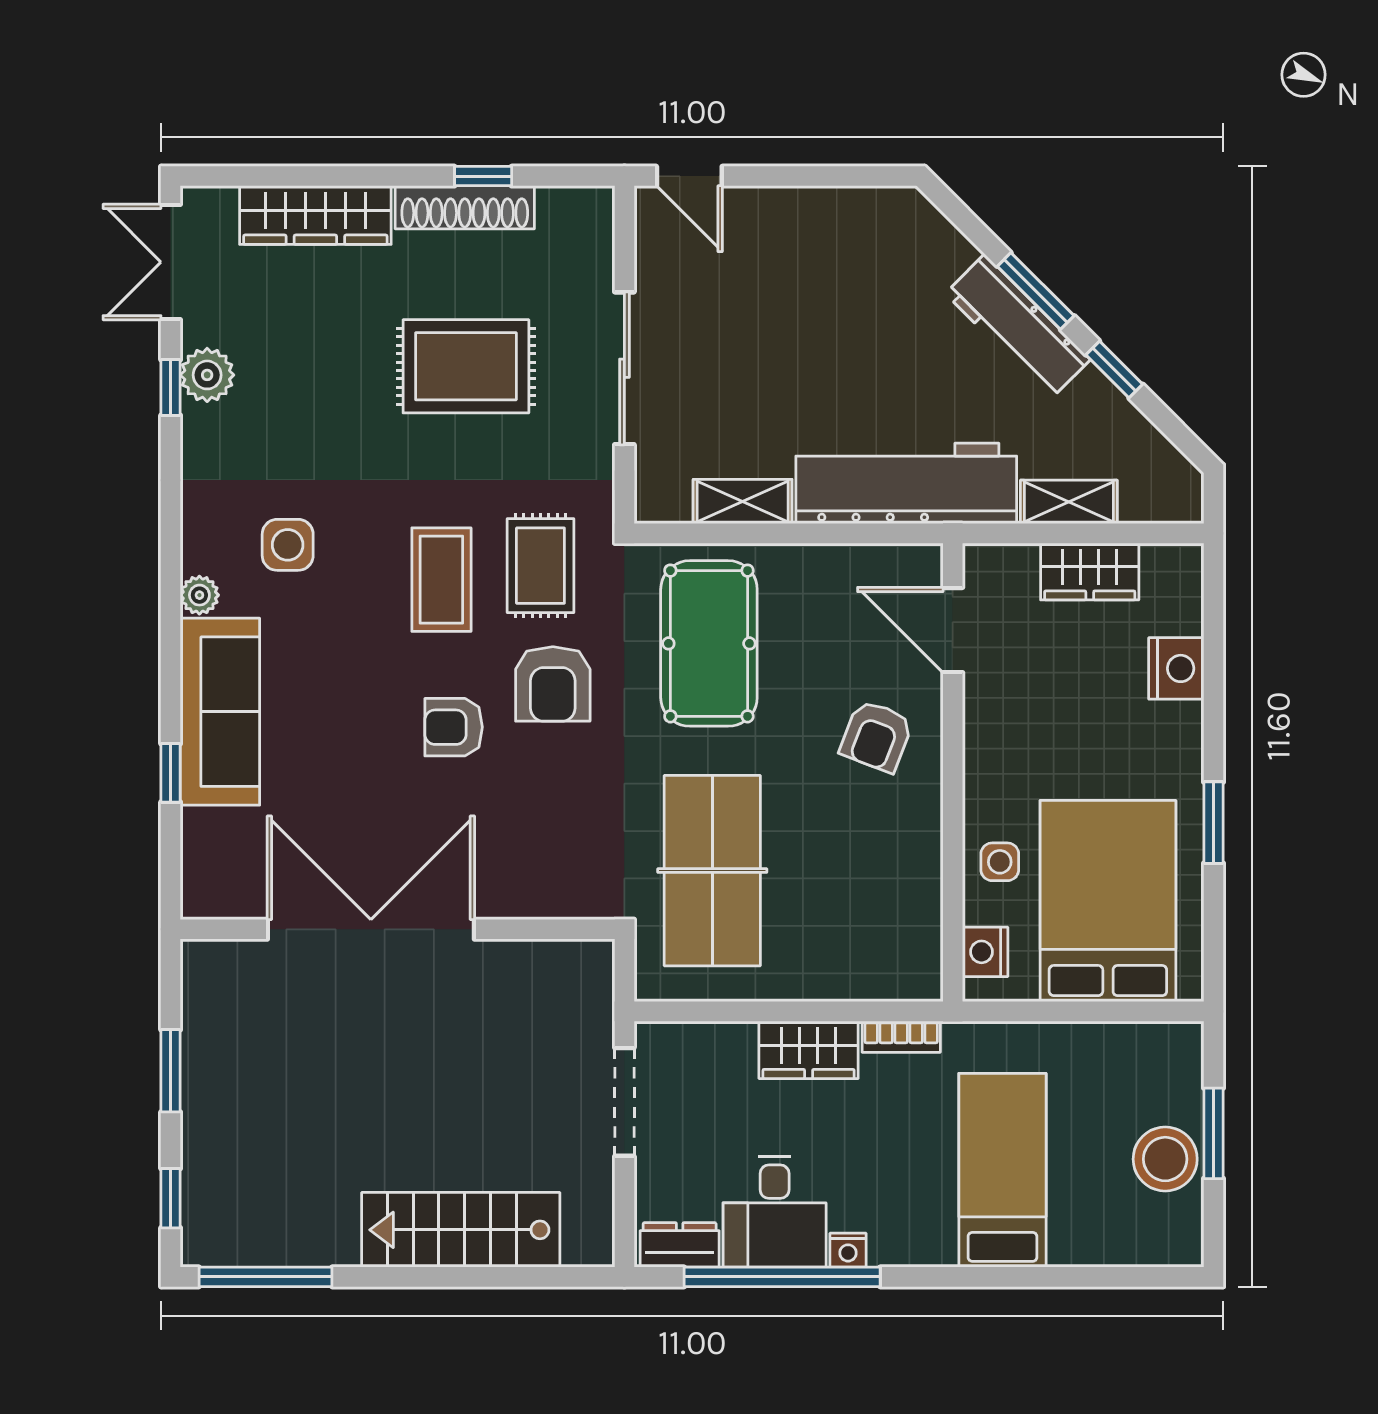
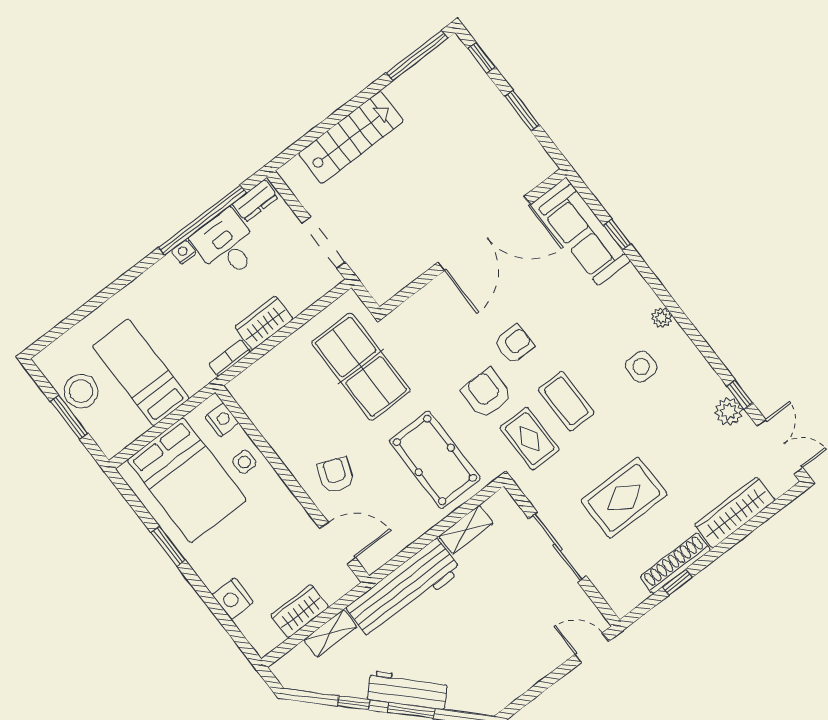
sofa: (220, 712) -> (585, 235), moved
bed: (1002, 1170) -> (141, 372), moved, turned 180

